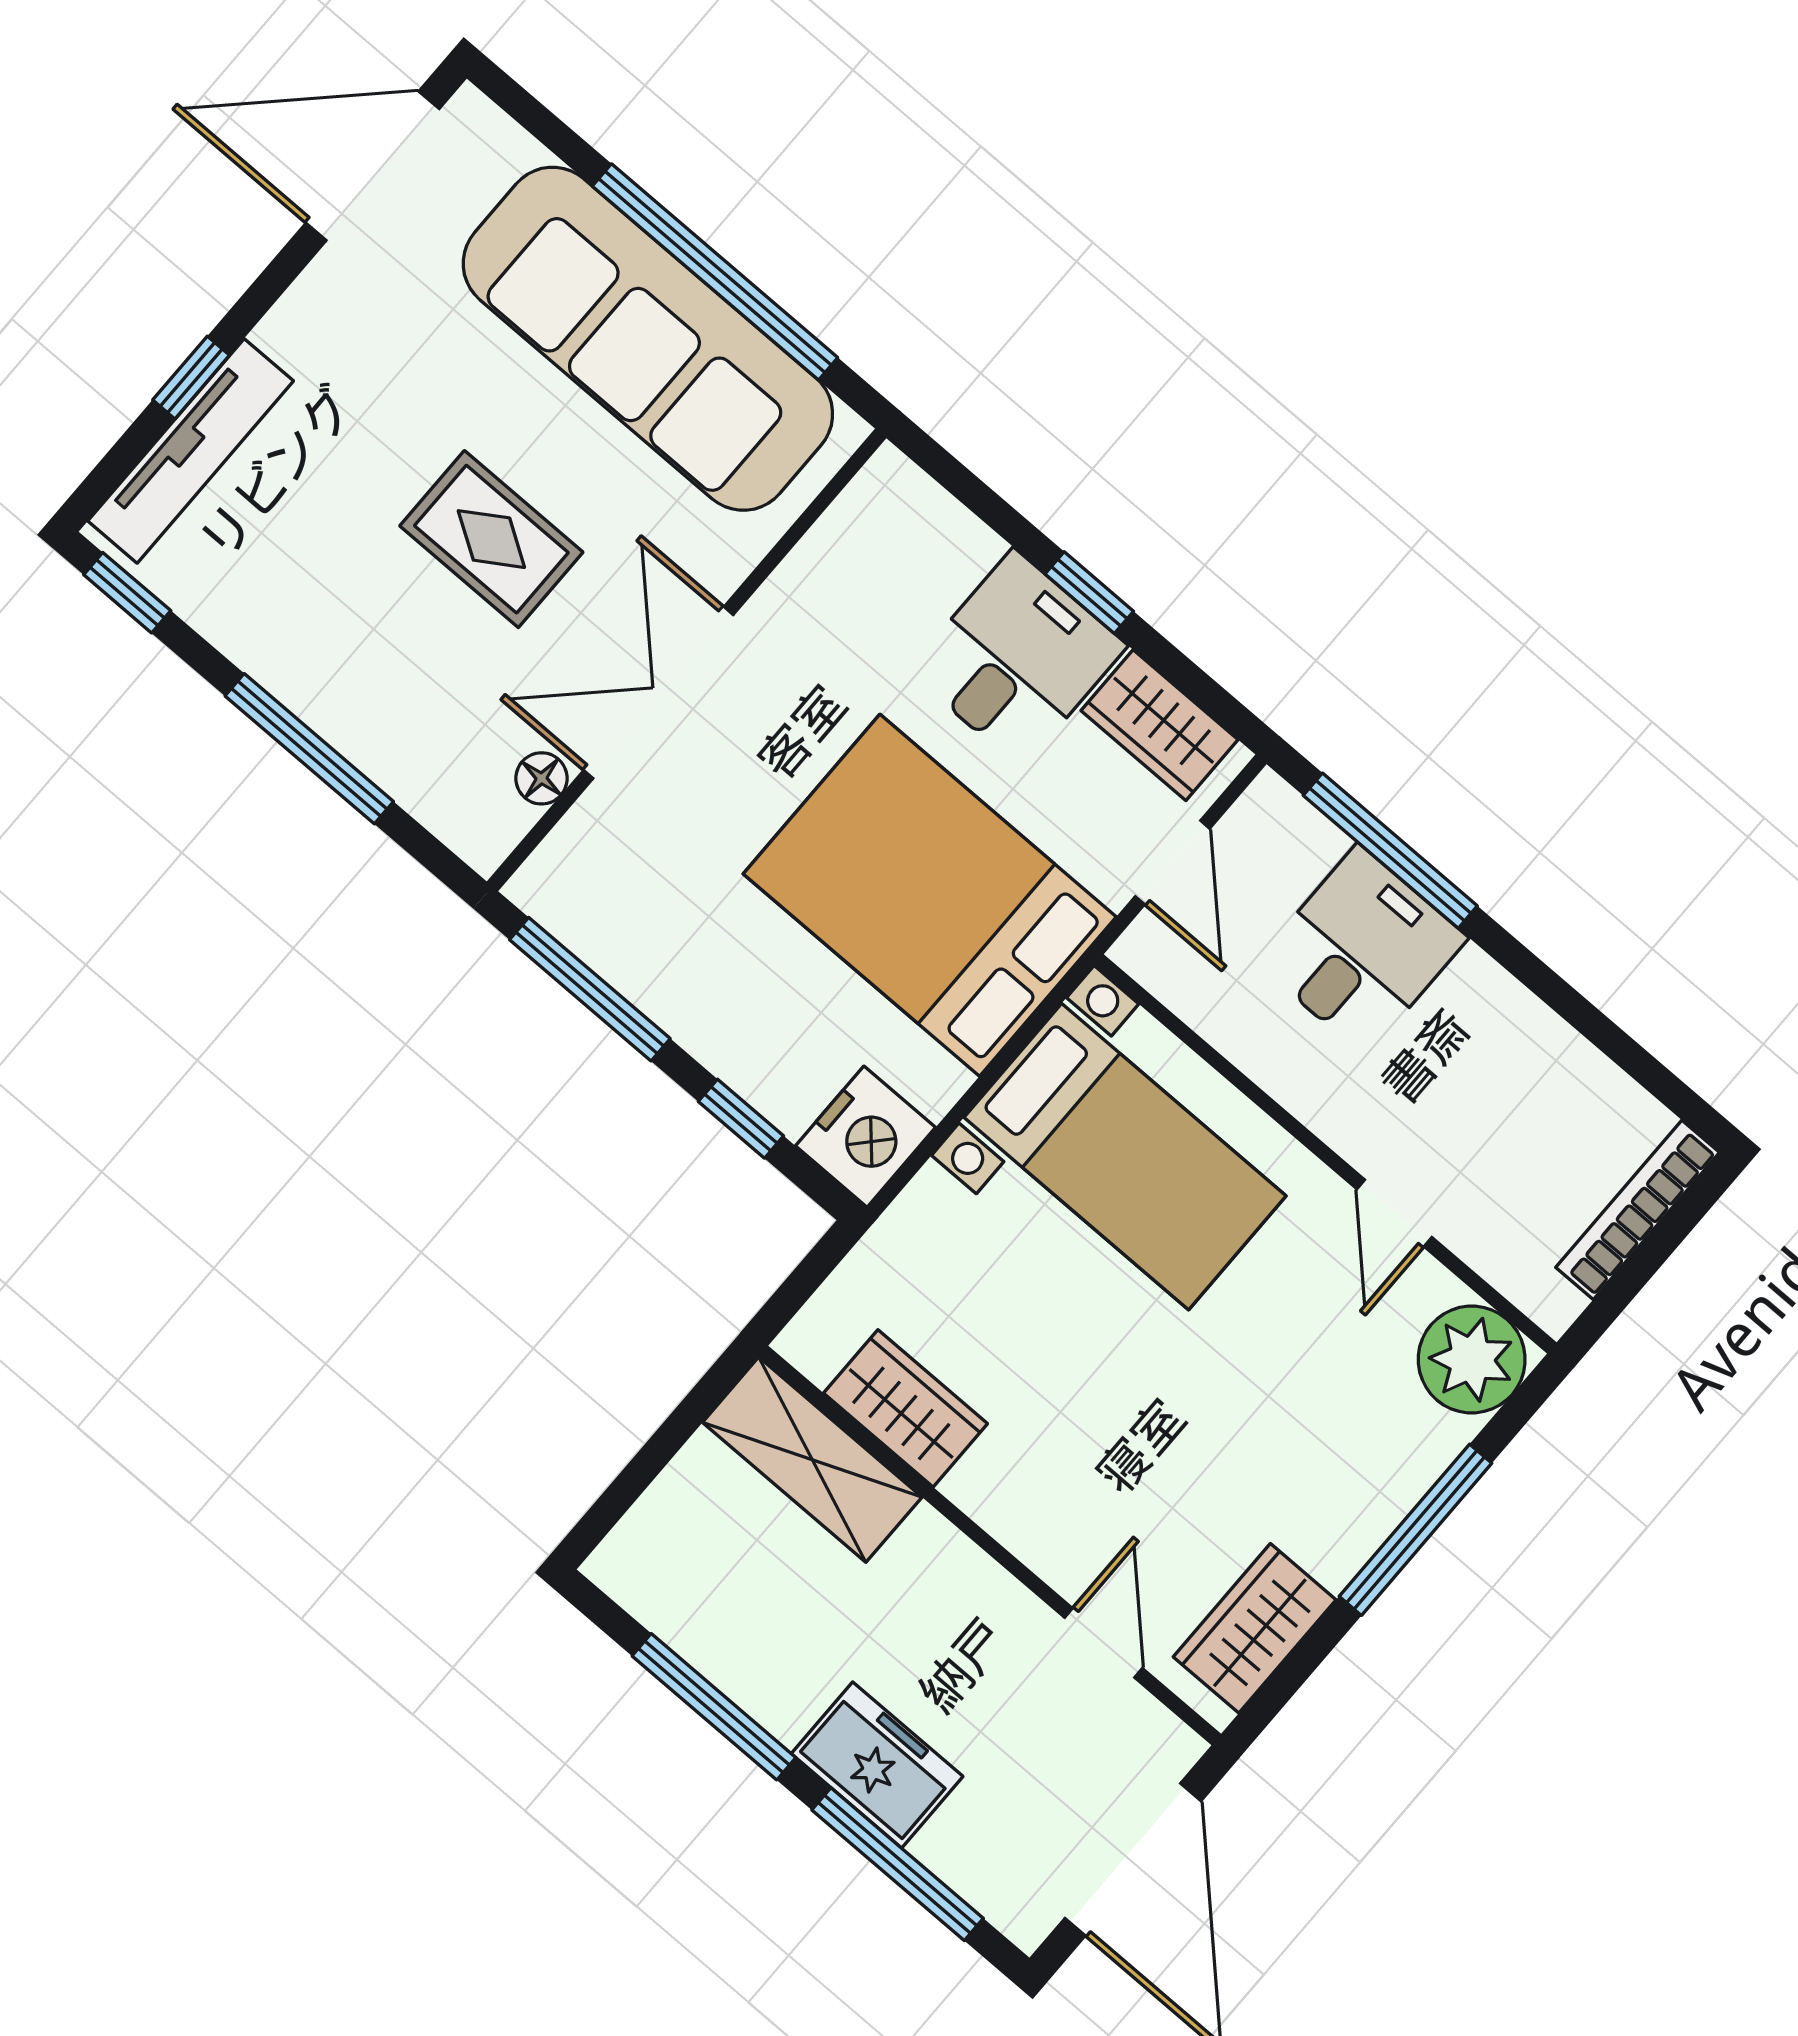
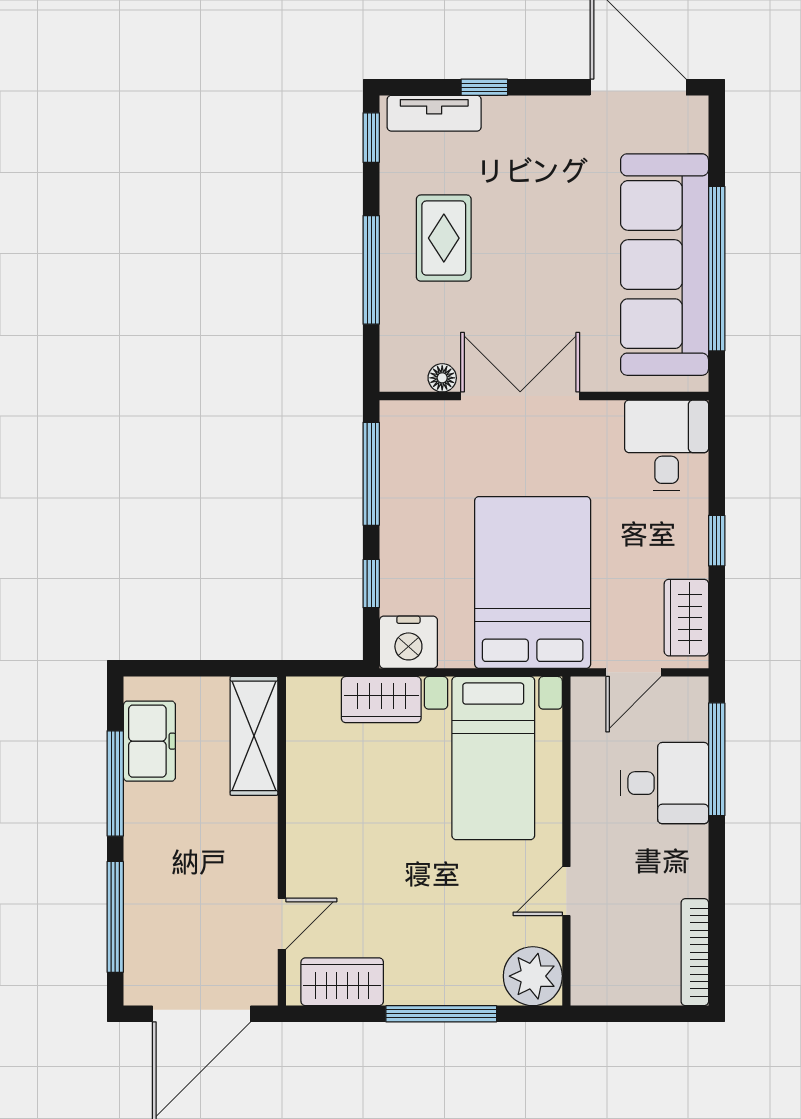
tv unit: (191, 451) -> (434, 113), width x0.71
rug: (491, 539) -> (444, 238), moved
desk: (1017, 659) -> (667, 445), moved, turned -90
bookcase: (1638, 1210) -> (695, 952), moved, turned -90
wardrobe: (906, 1408) -> (381, 700), moved, turned 90
freezer: (877, 1765) -> (149, 741), moved

